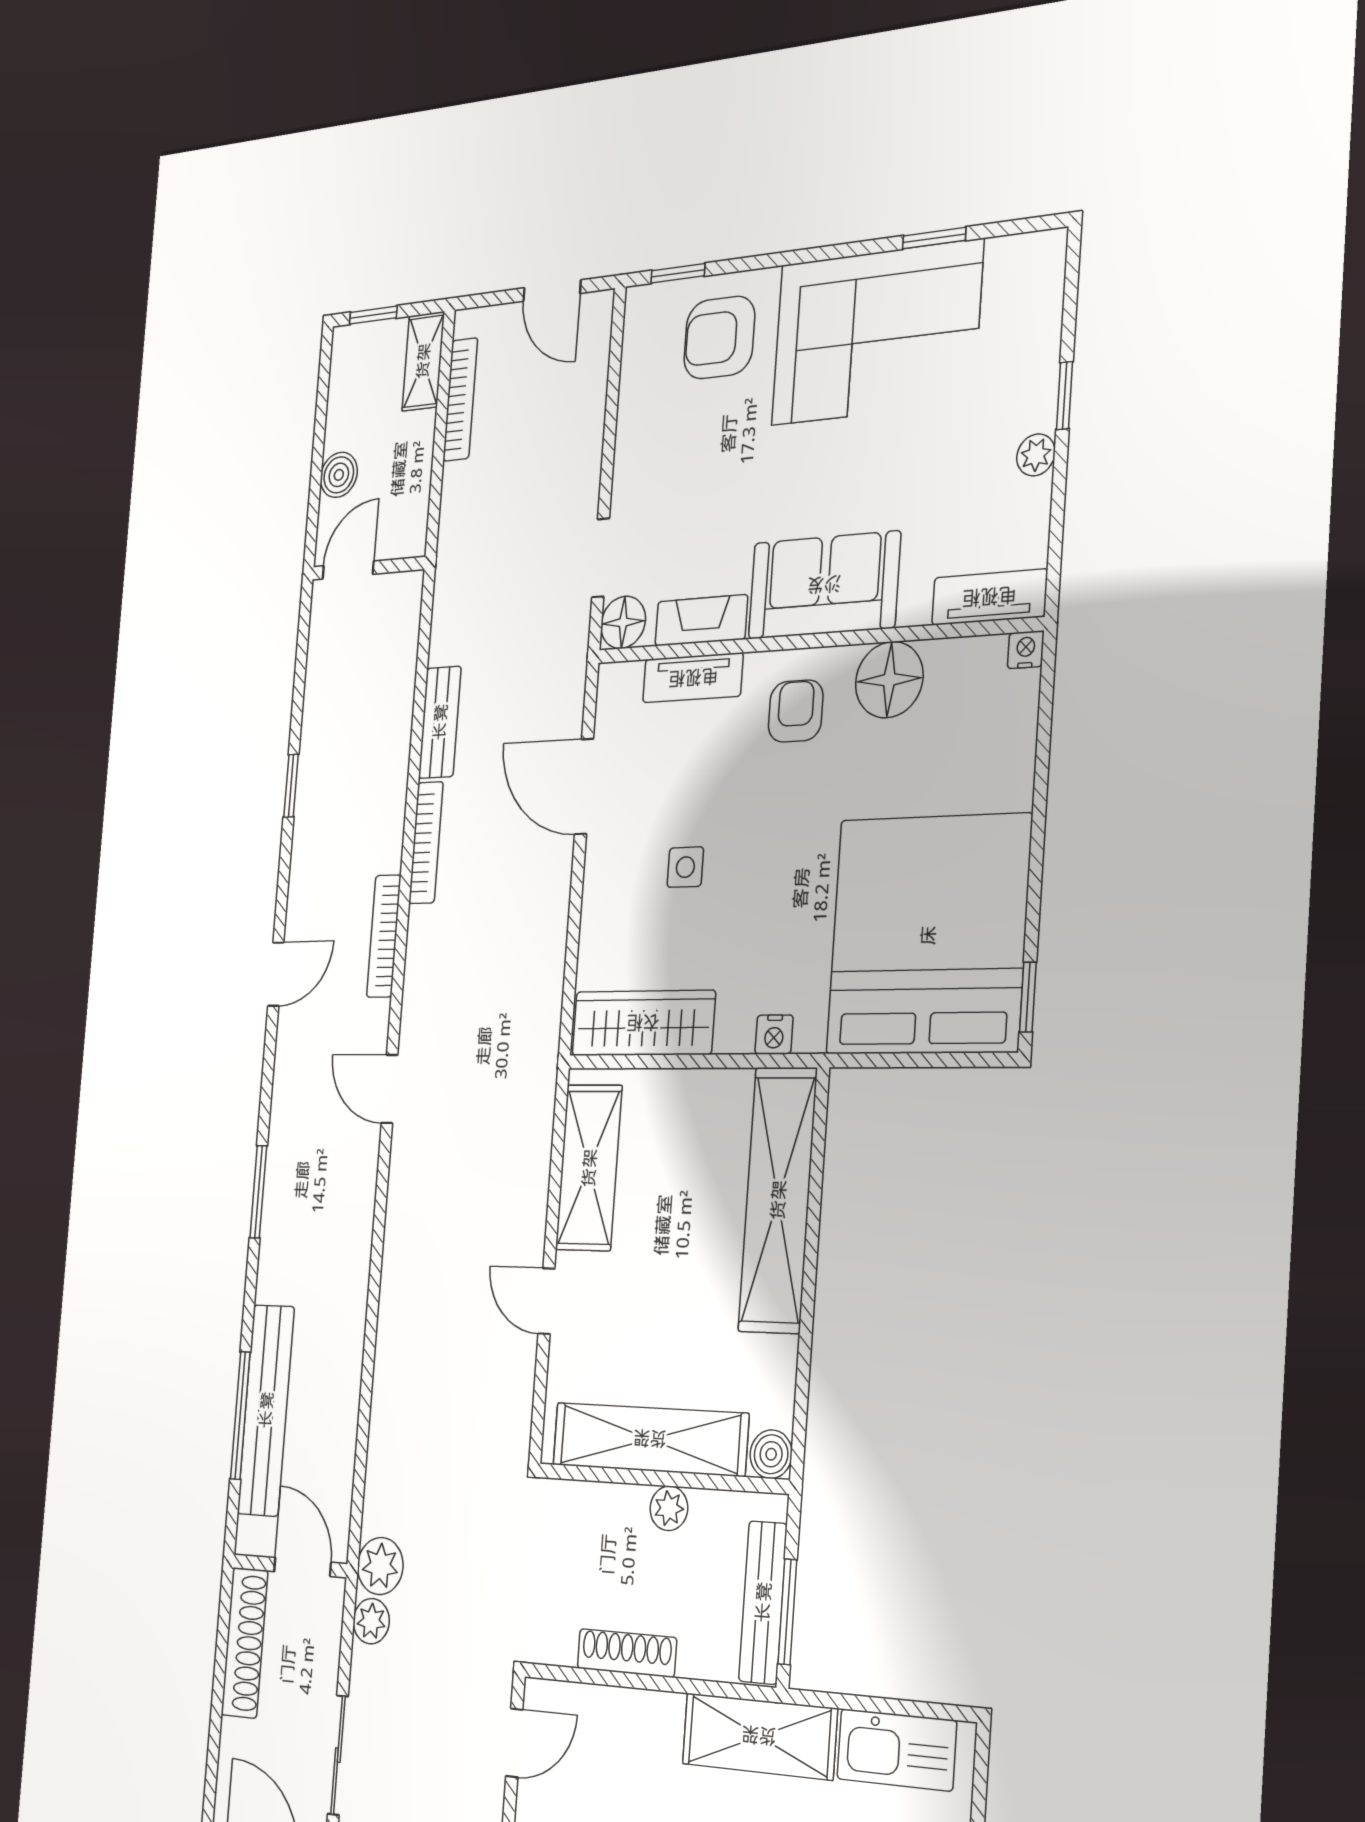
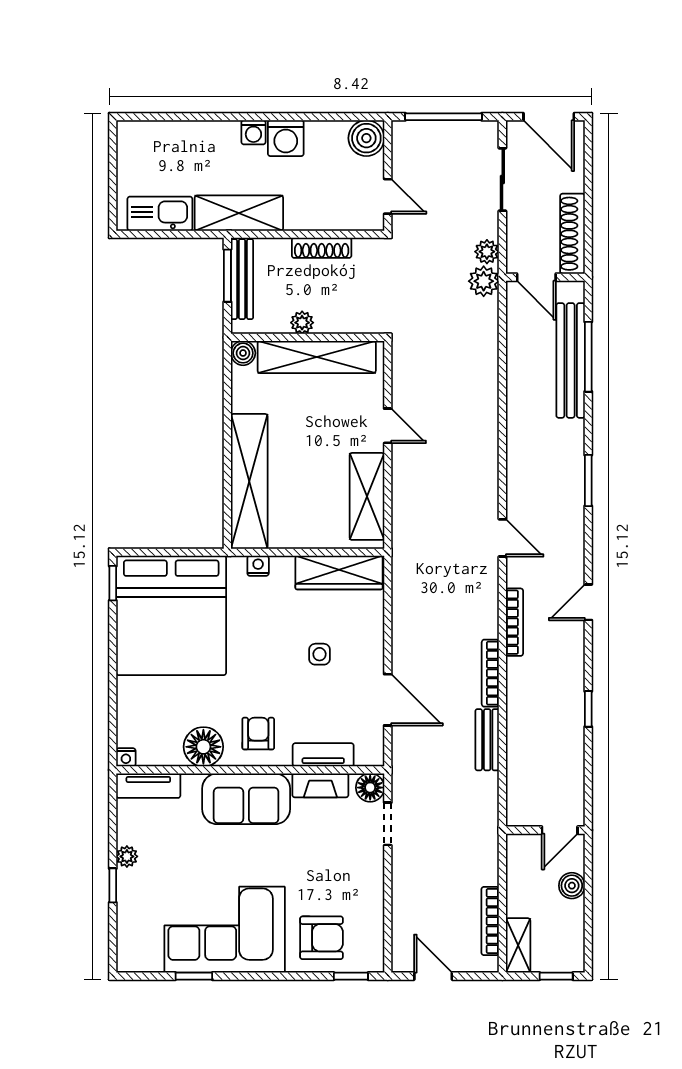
armchair: (796, 711) -> (258, 734), turned 180
door: (514, 1743) -> (388, 196), swing flipped

